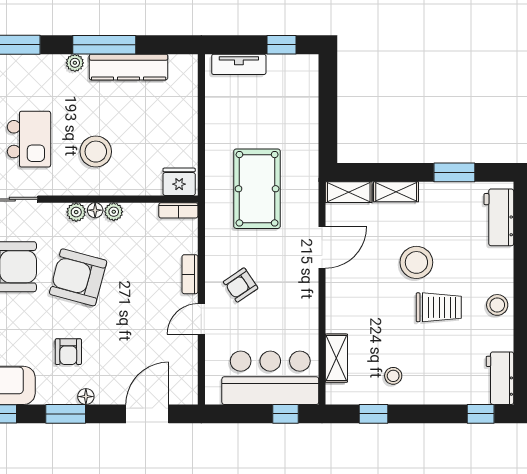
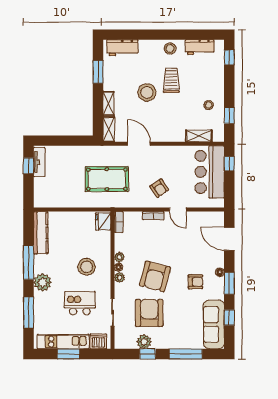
plant: (75, 63) -> (43, 282), width x1.88, depth x1.88
tv unit: (239, 64) -> (39, 162), moved
kitchen counter: (129, 67) -> (41, 233), moved
workbench: (500, 378) -> (200, 47), moved

